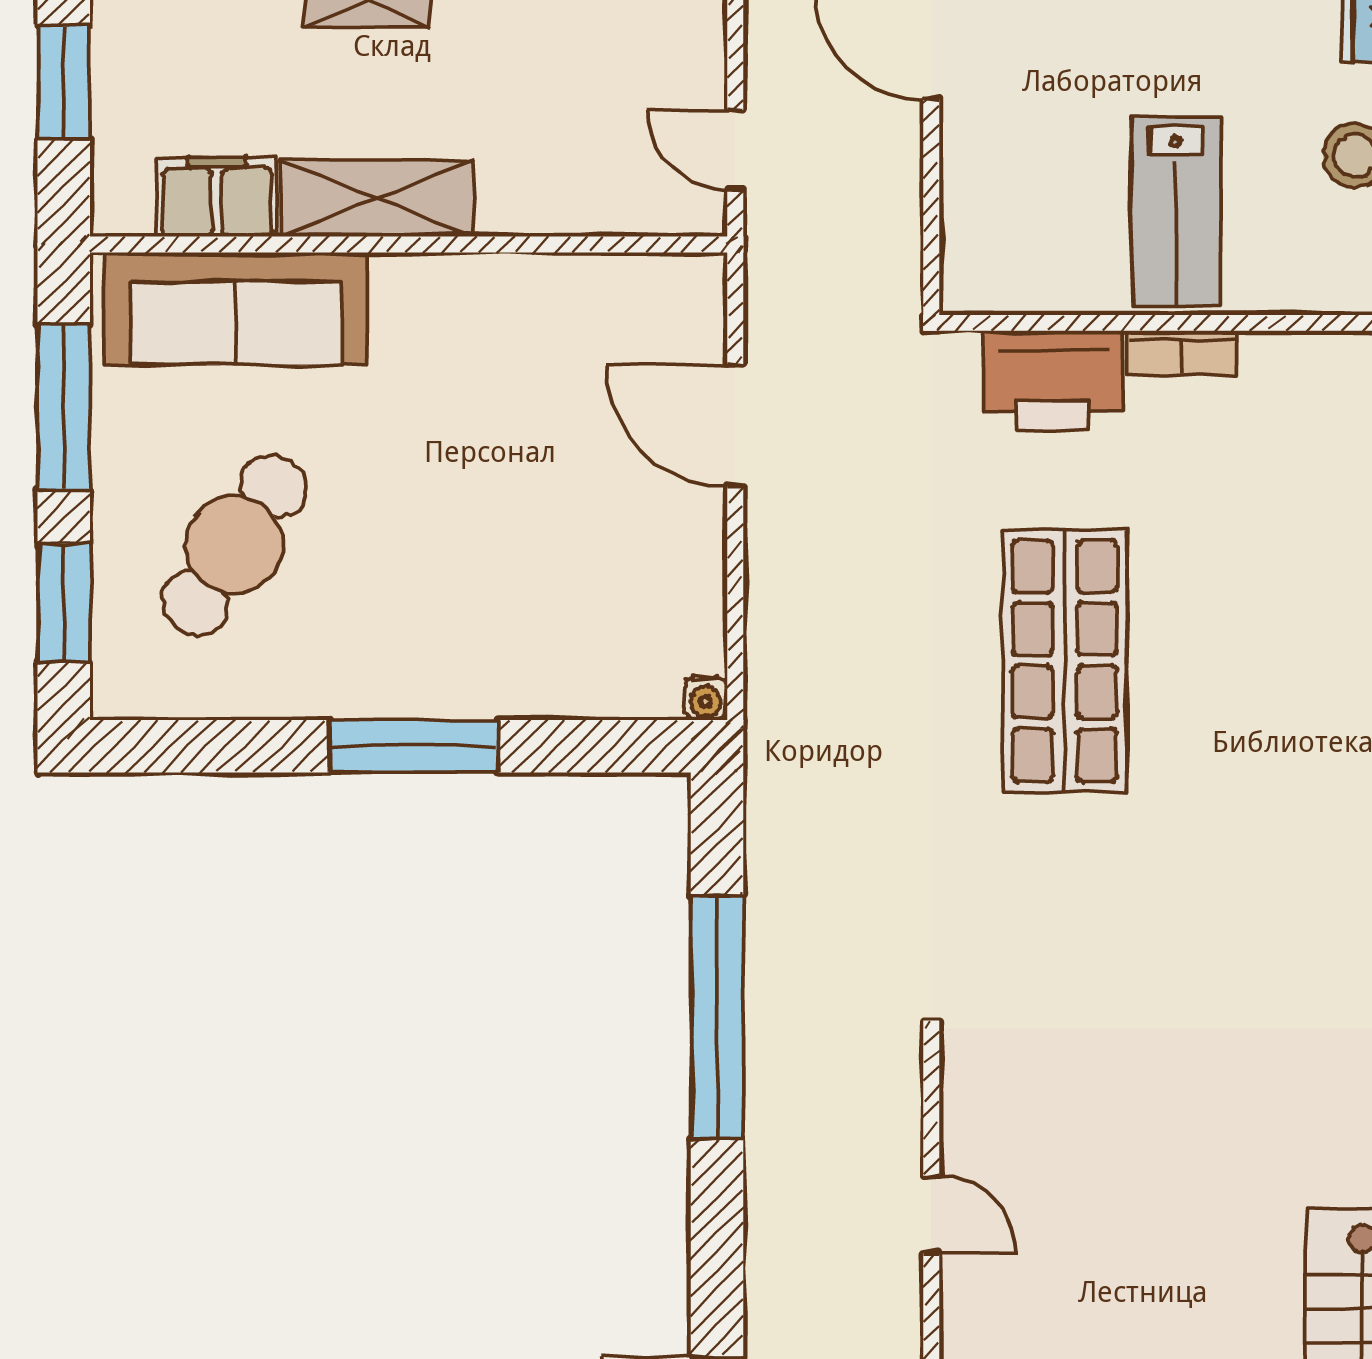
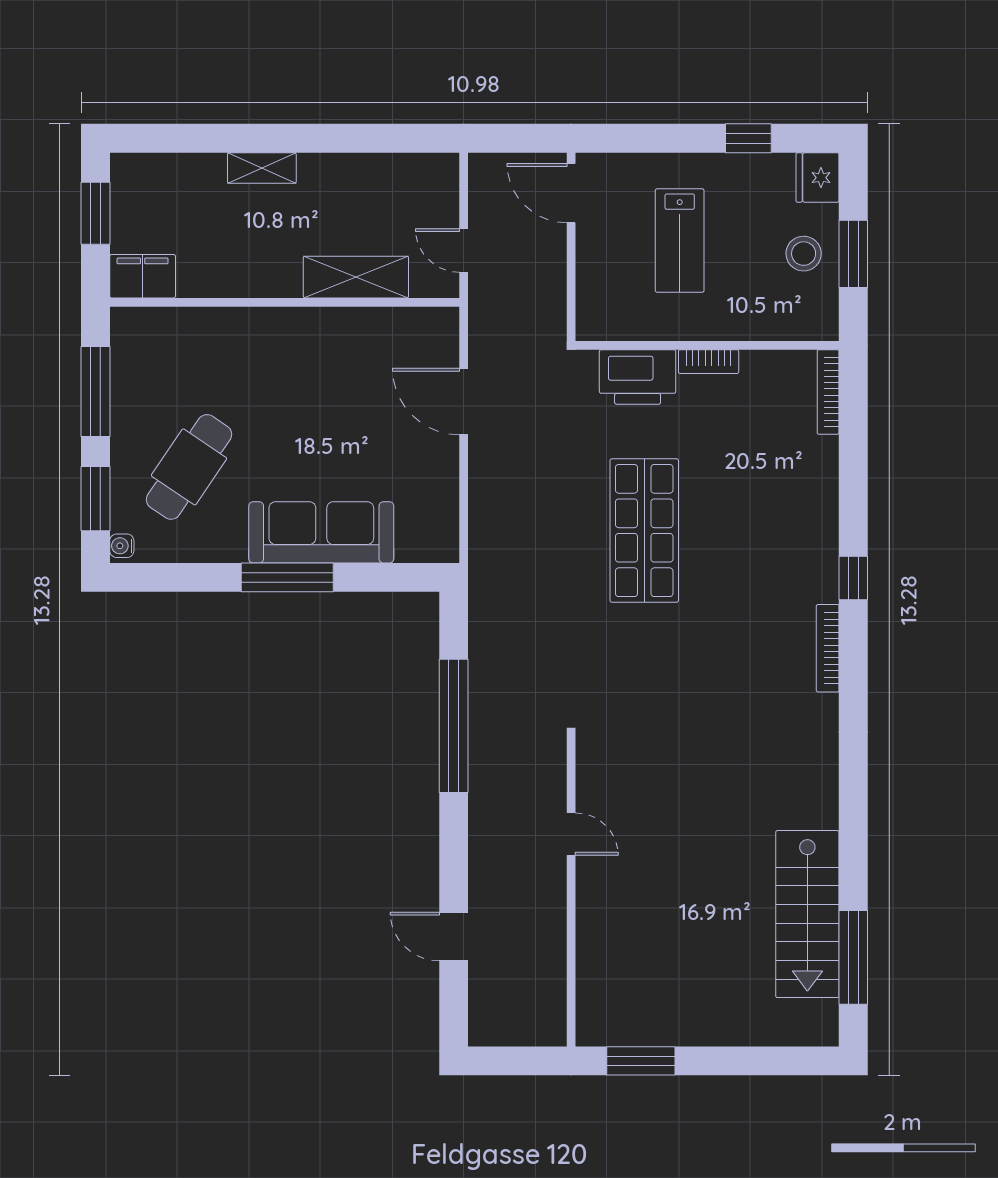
filing cabinet: (217, 197) -> (143, 276), moved
shelving: (377, 198) -> (356, 277), moved
lab bench: (1176, 211) -> (680, 241), moved
sofa: (236, 308) -> (321, 532), moved, turned 180
water cooler: (706, 698) -> (122, 546), moved, turned 90

